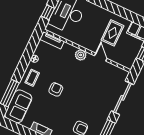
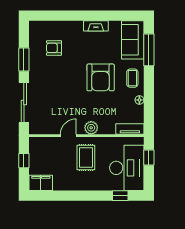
rug: (112, 33) -> (86, 157), moved
door: (101, 57) -> (68, 136), swing flipped
armchair: (56, 89) -> (101, 77), width x1.88, depth x1.88

